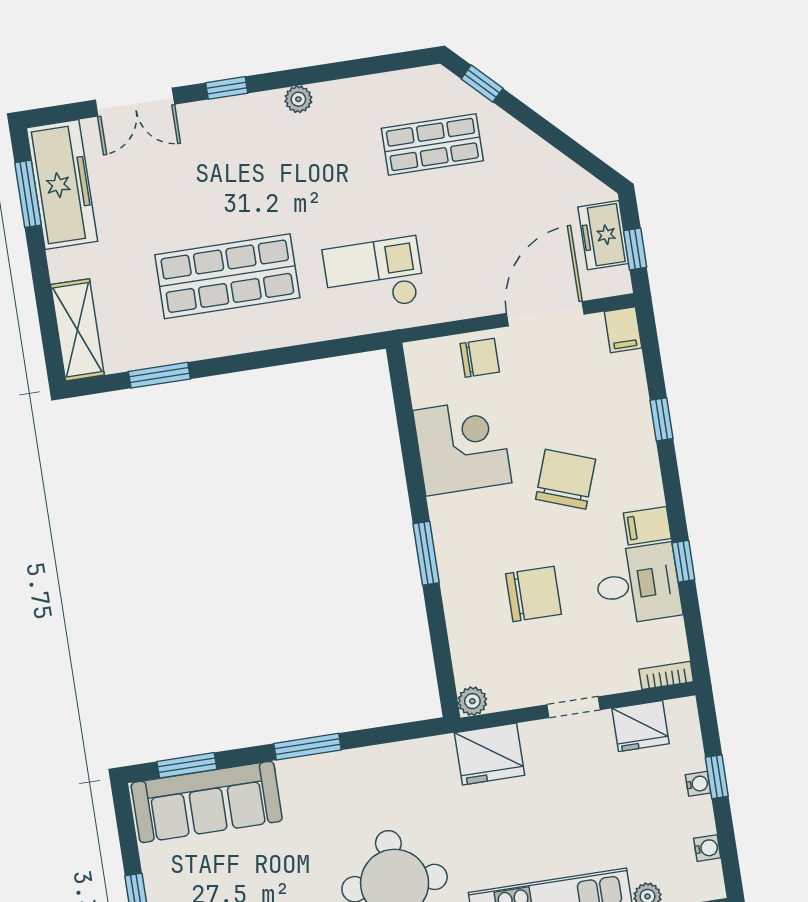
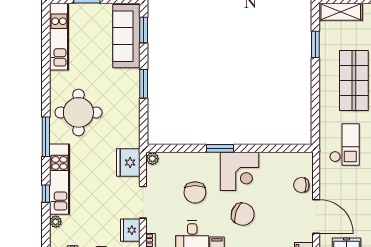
chair: (480, 358) -> (301, 185), turned 90
corner desk: (462, 447) -> (239, 171), moved
doorway: (573, 707) -> (143, 202), width x1.38

